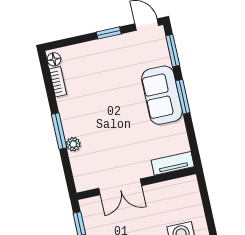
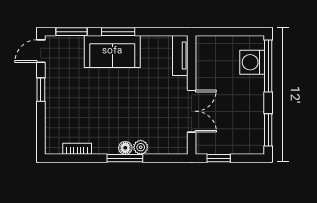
floor lamp: (54, 59) -> (125, 148), moved

